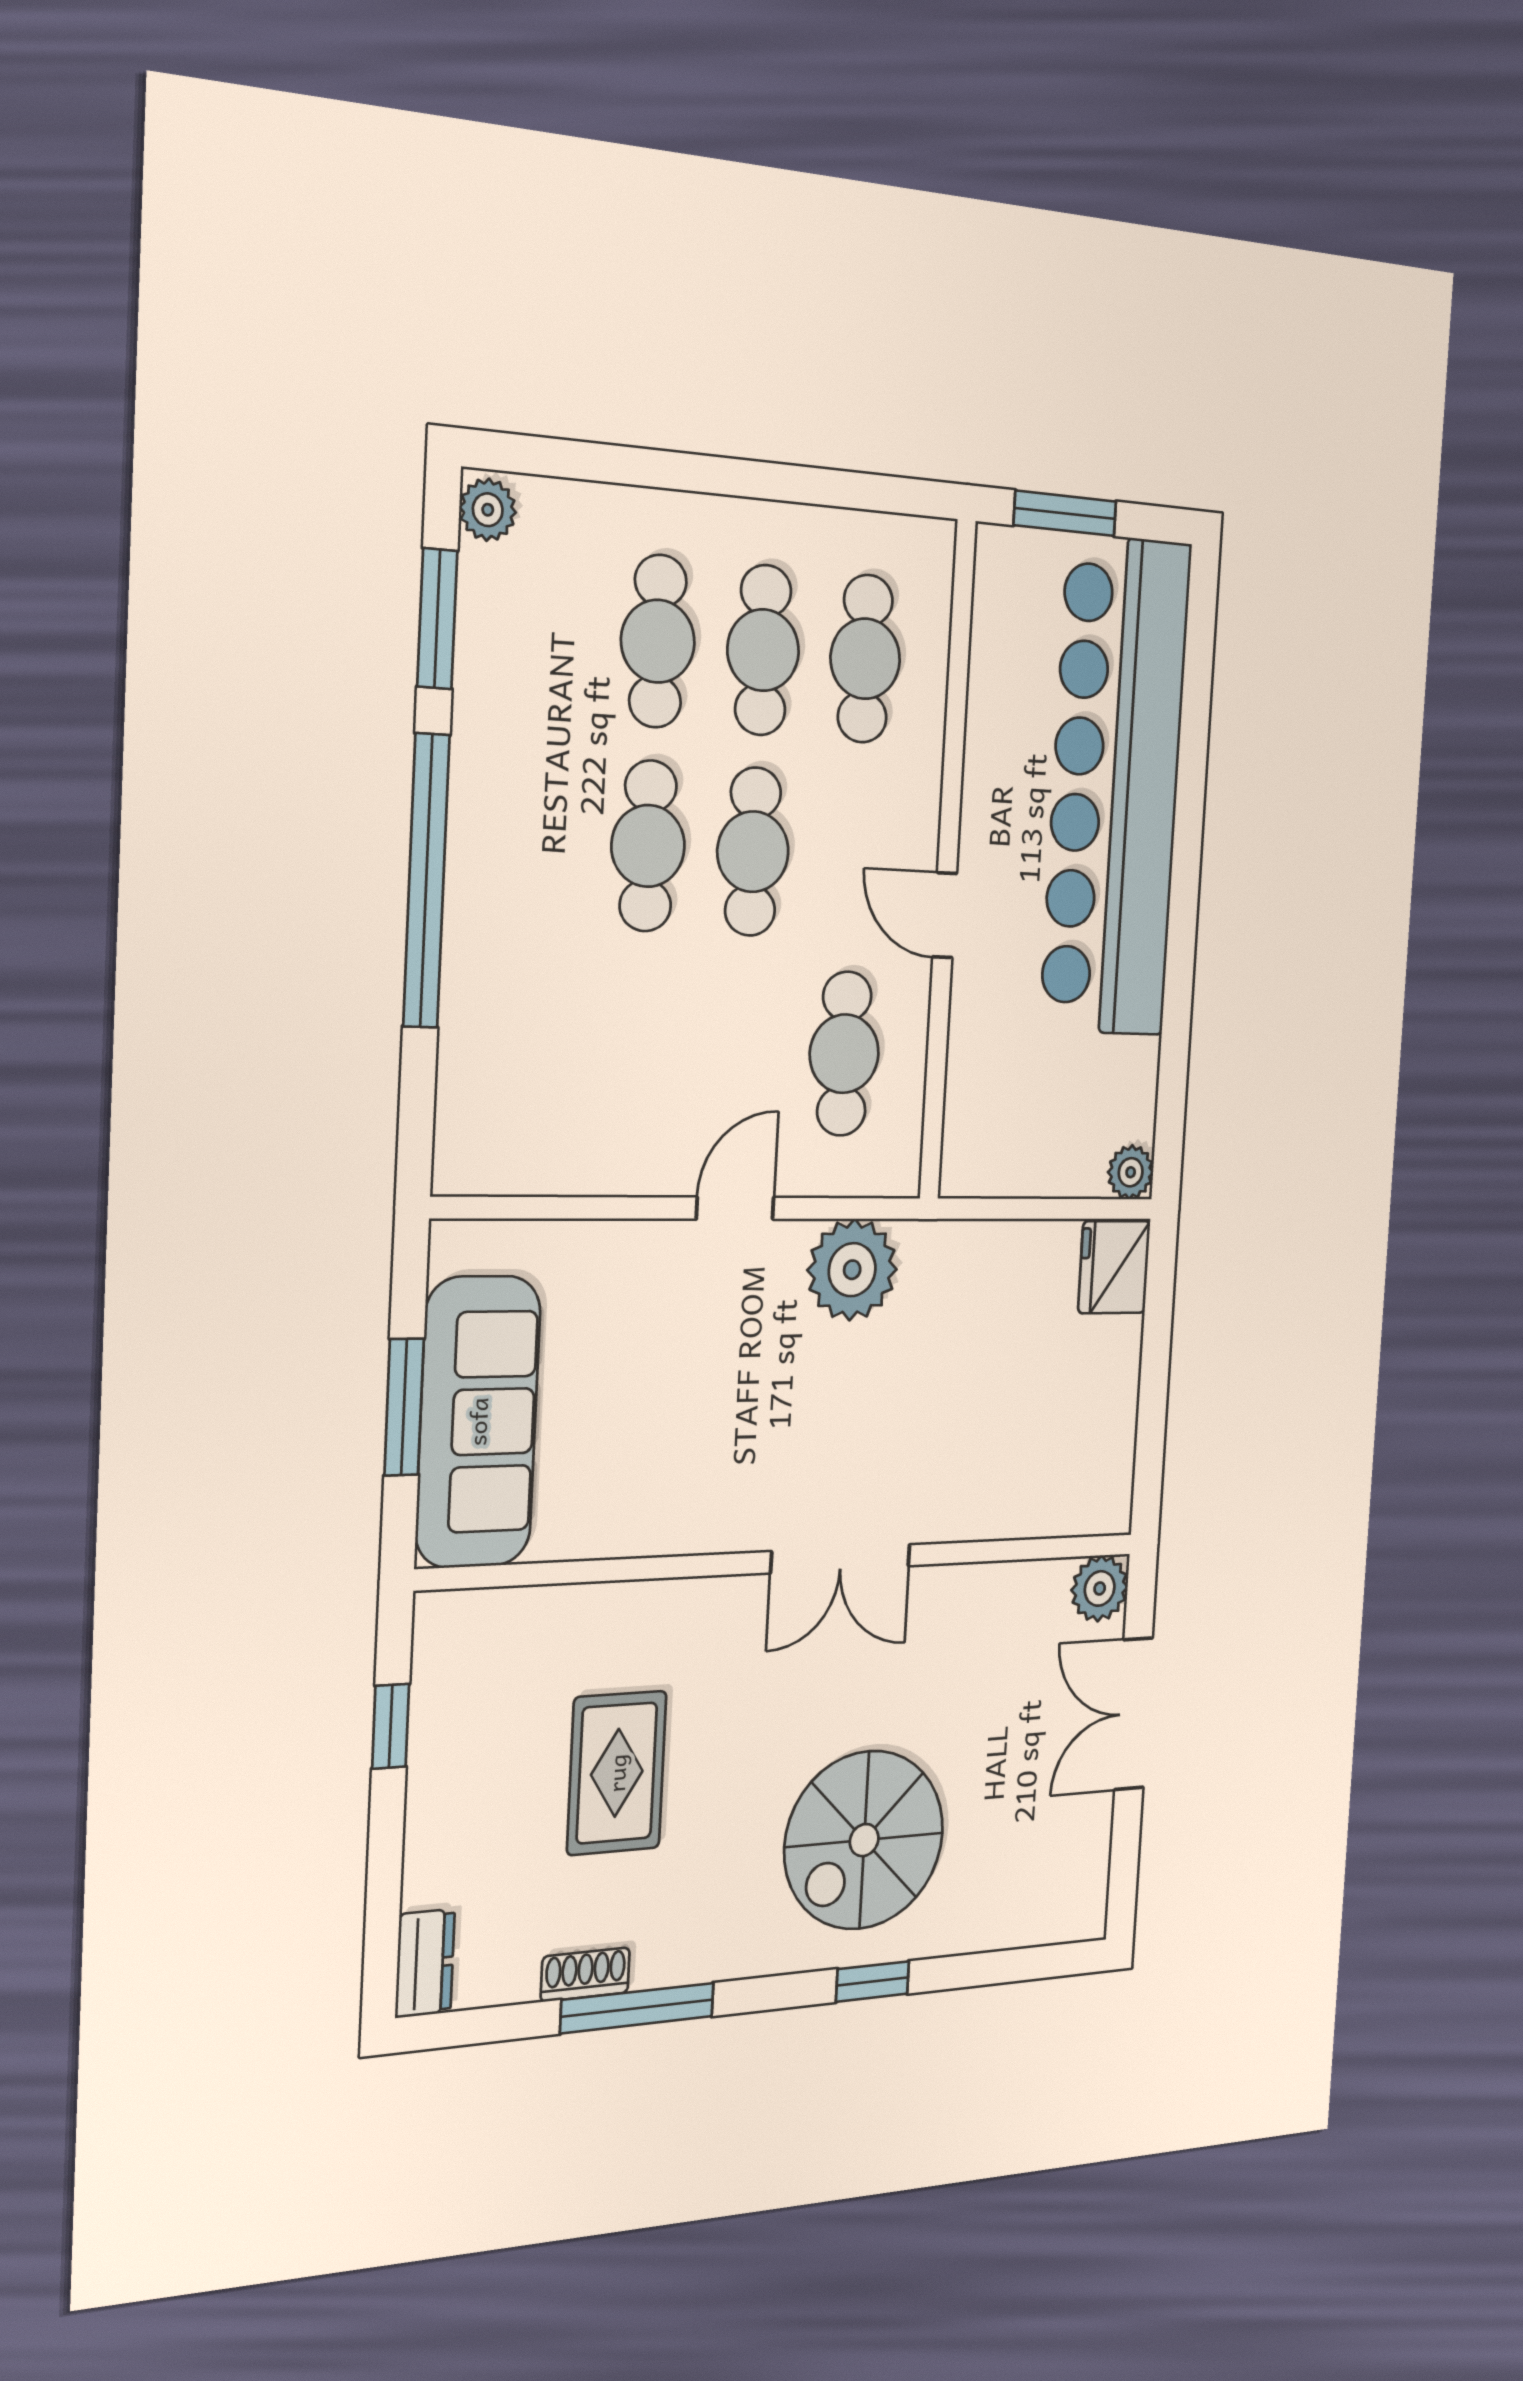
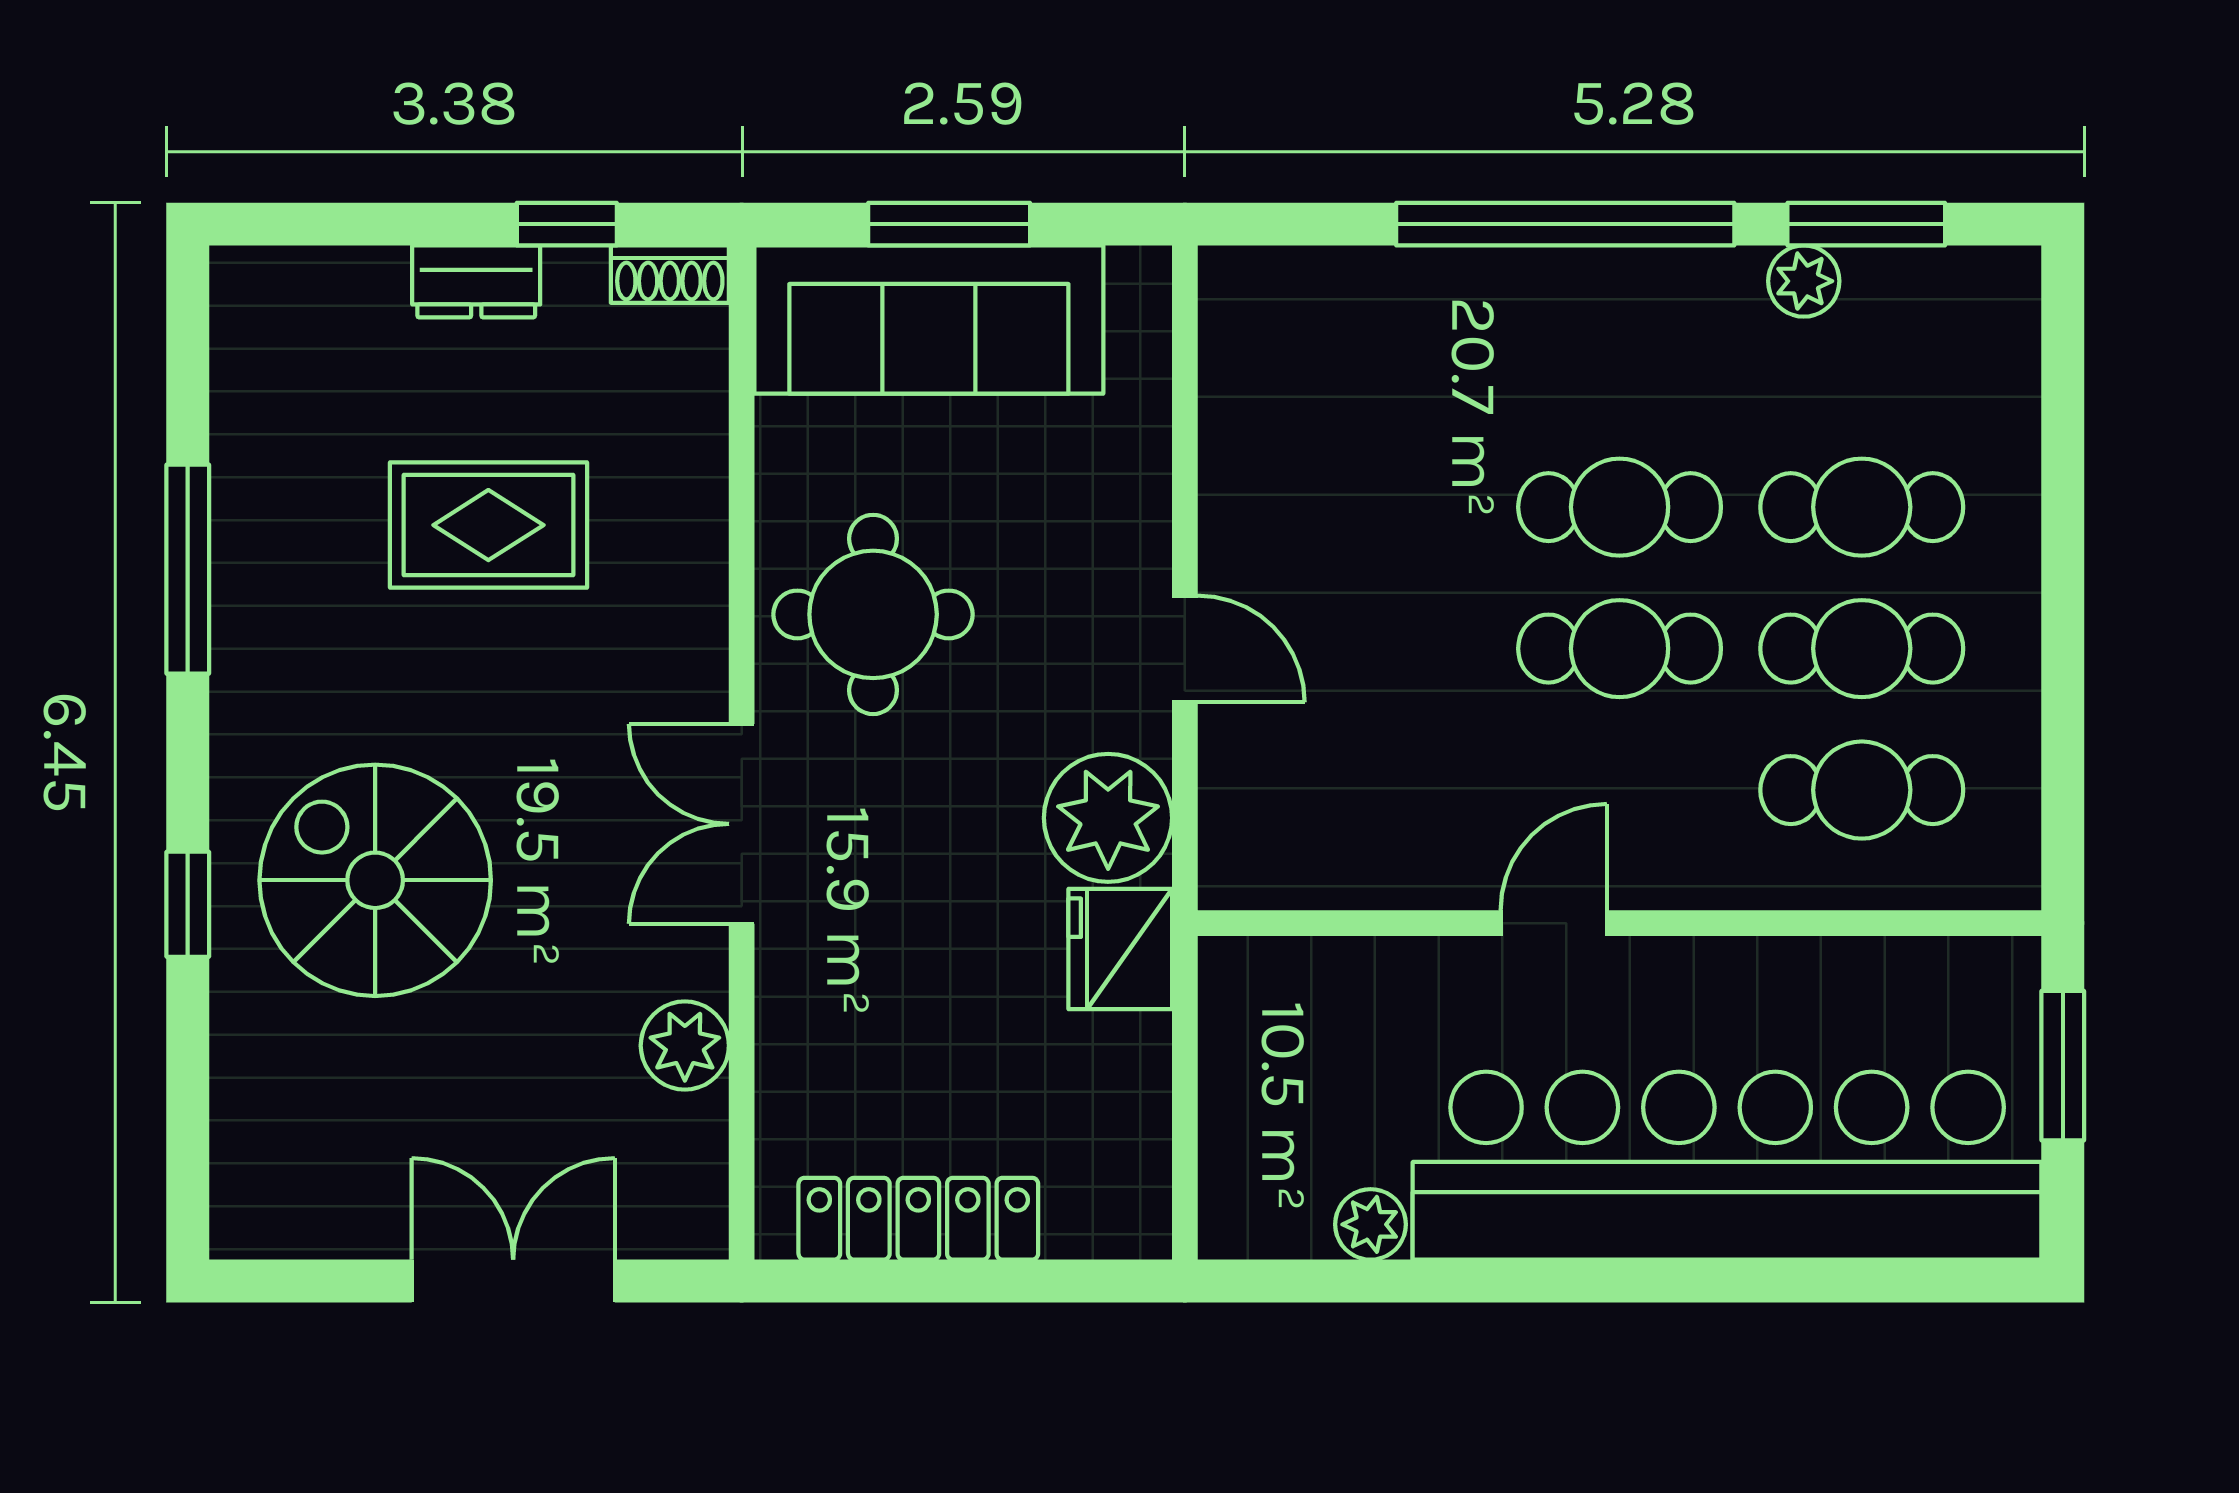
plant: (488, 510) -> (1804, 281), moved
cafe table: (844, 1054) -> (1377, 790), removed
plant: (1131, 1172) -> (1371, 1224), moved
fridge: (1114, 1267) -> (1120, 949), moved, turned -90
locker: (1112, 1412) -> (918, 1219), added
round table: (697, 1461) -> (873, 614), added
plant: (1100, 1588) -> (685, 1046), moved
dresser: (425, 1963) -> (476, 281), moved
shoe rack: (585, 1975) -> (670, 274), moved, turned 90

